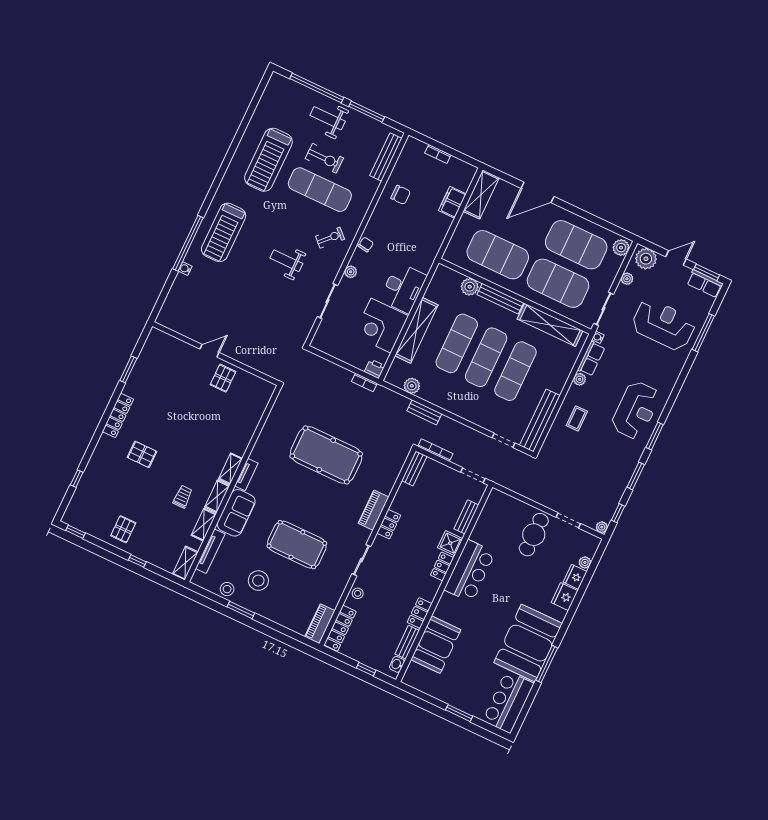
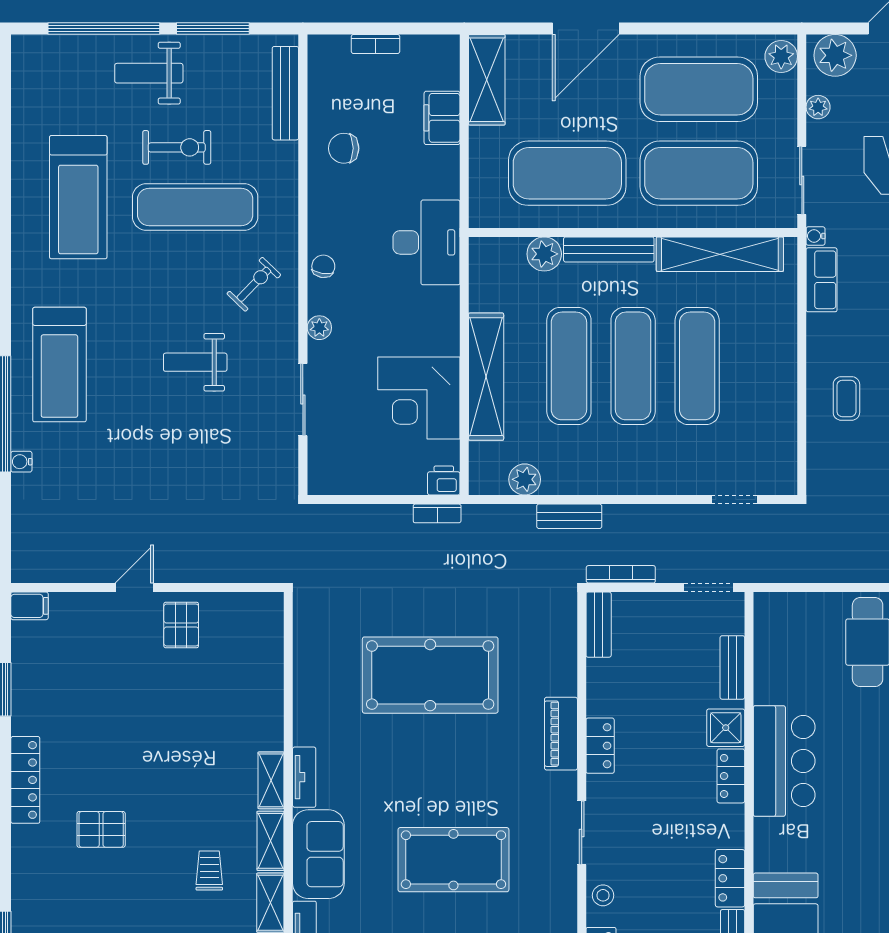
chair: (401, 195) -> (344, 148), turned 180
desk: (403, 288) -> (426, 242), moved
filing cabinet: (158, 336) -> (29, 606), added
plant: (580, 379) -> (818, 326), removed
bench: (540, 420) -> (782, 433), removed

